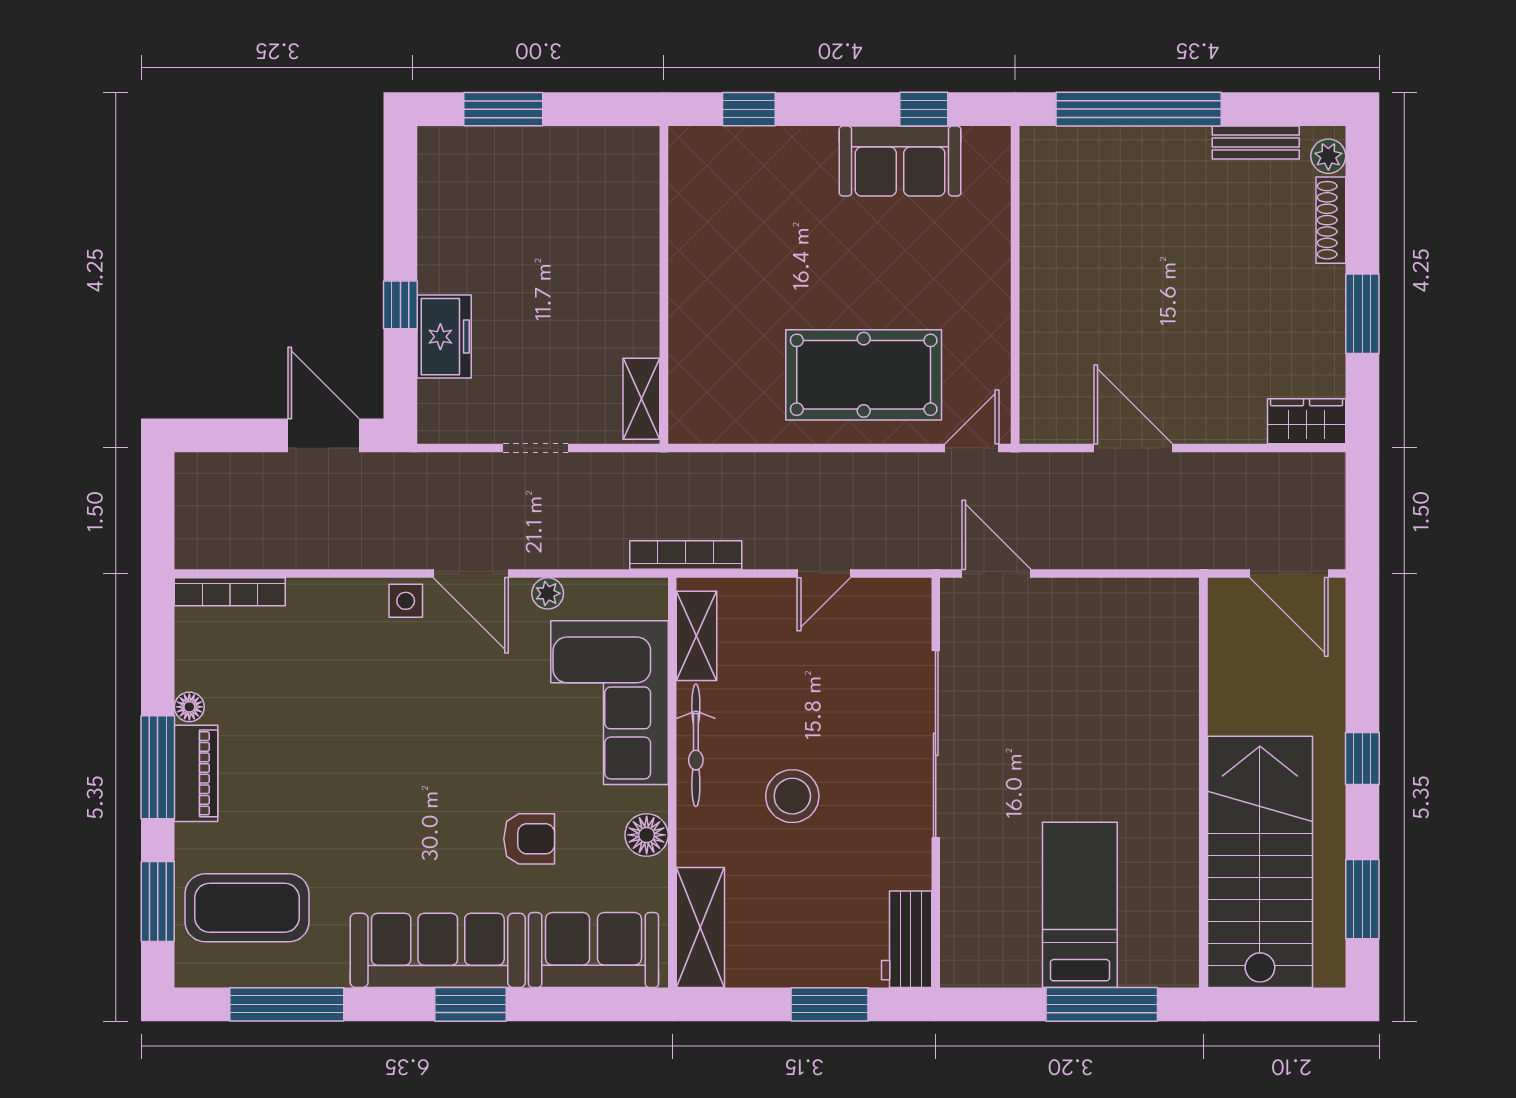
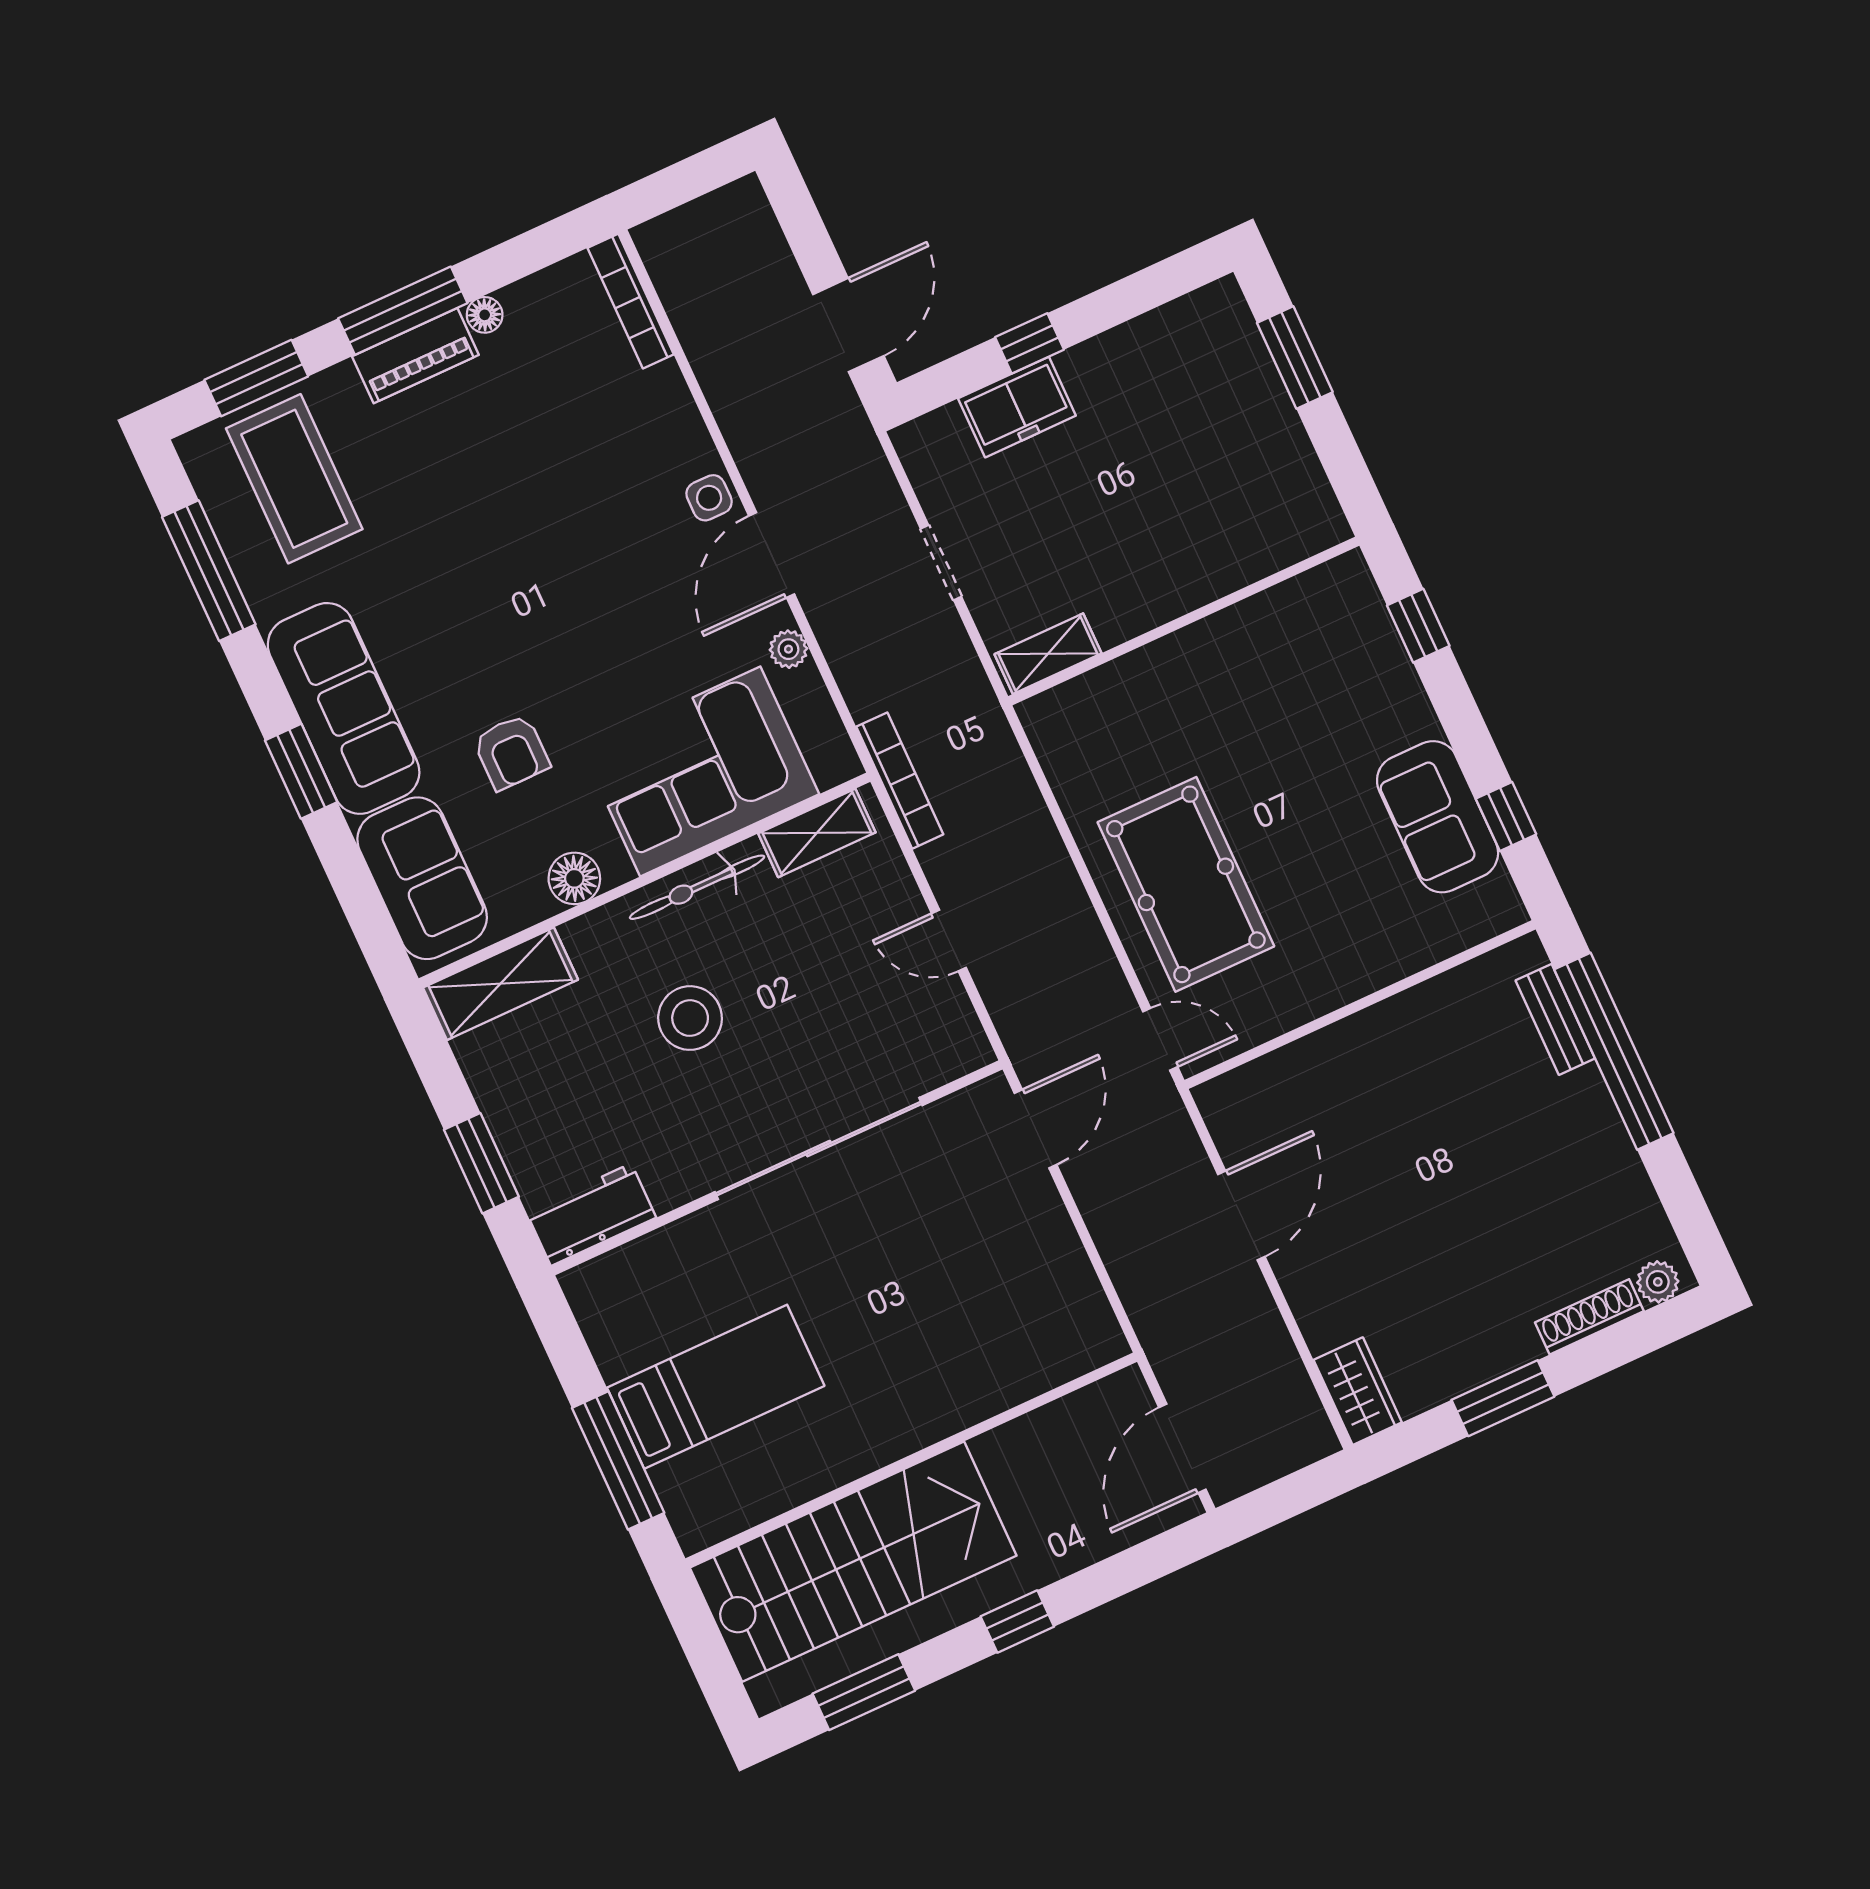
bench: (1256, 142) -> (1555, 1019), moved

